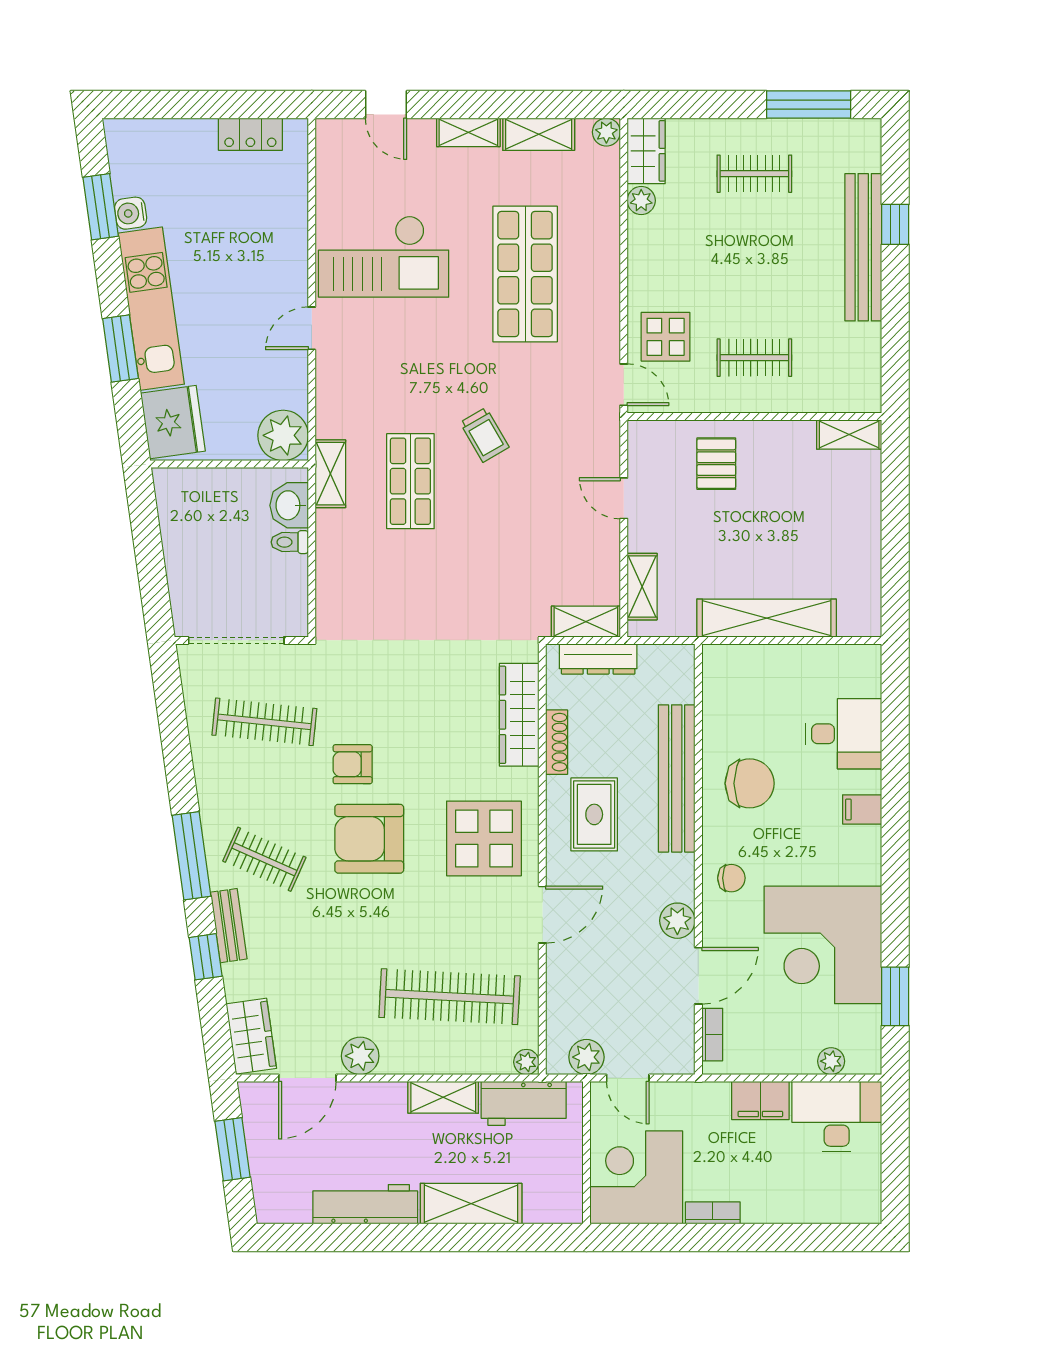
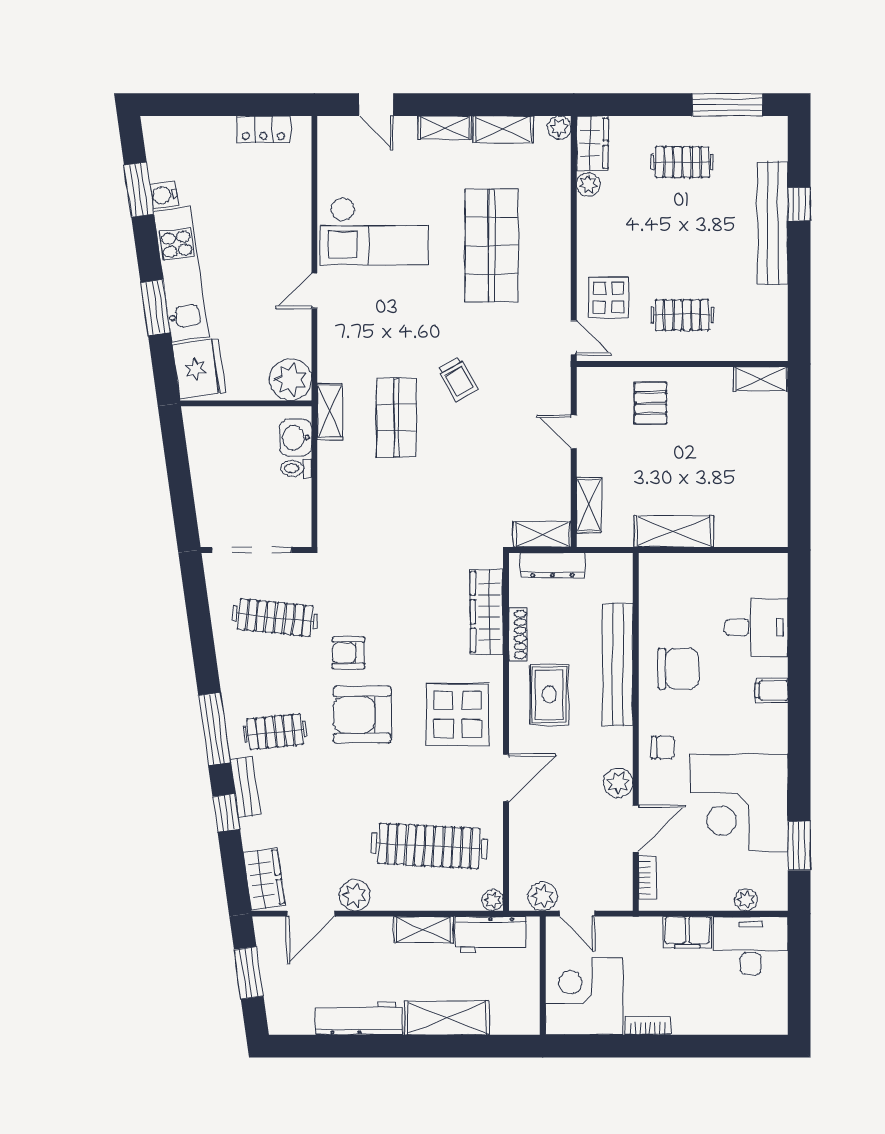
shelving: (767, 618) -> (674, 531), width x0.68
clothes rail: (264, 859) -> (275, 732), turned -30

